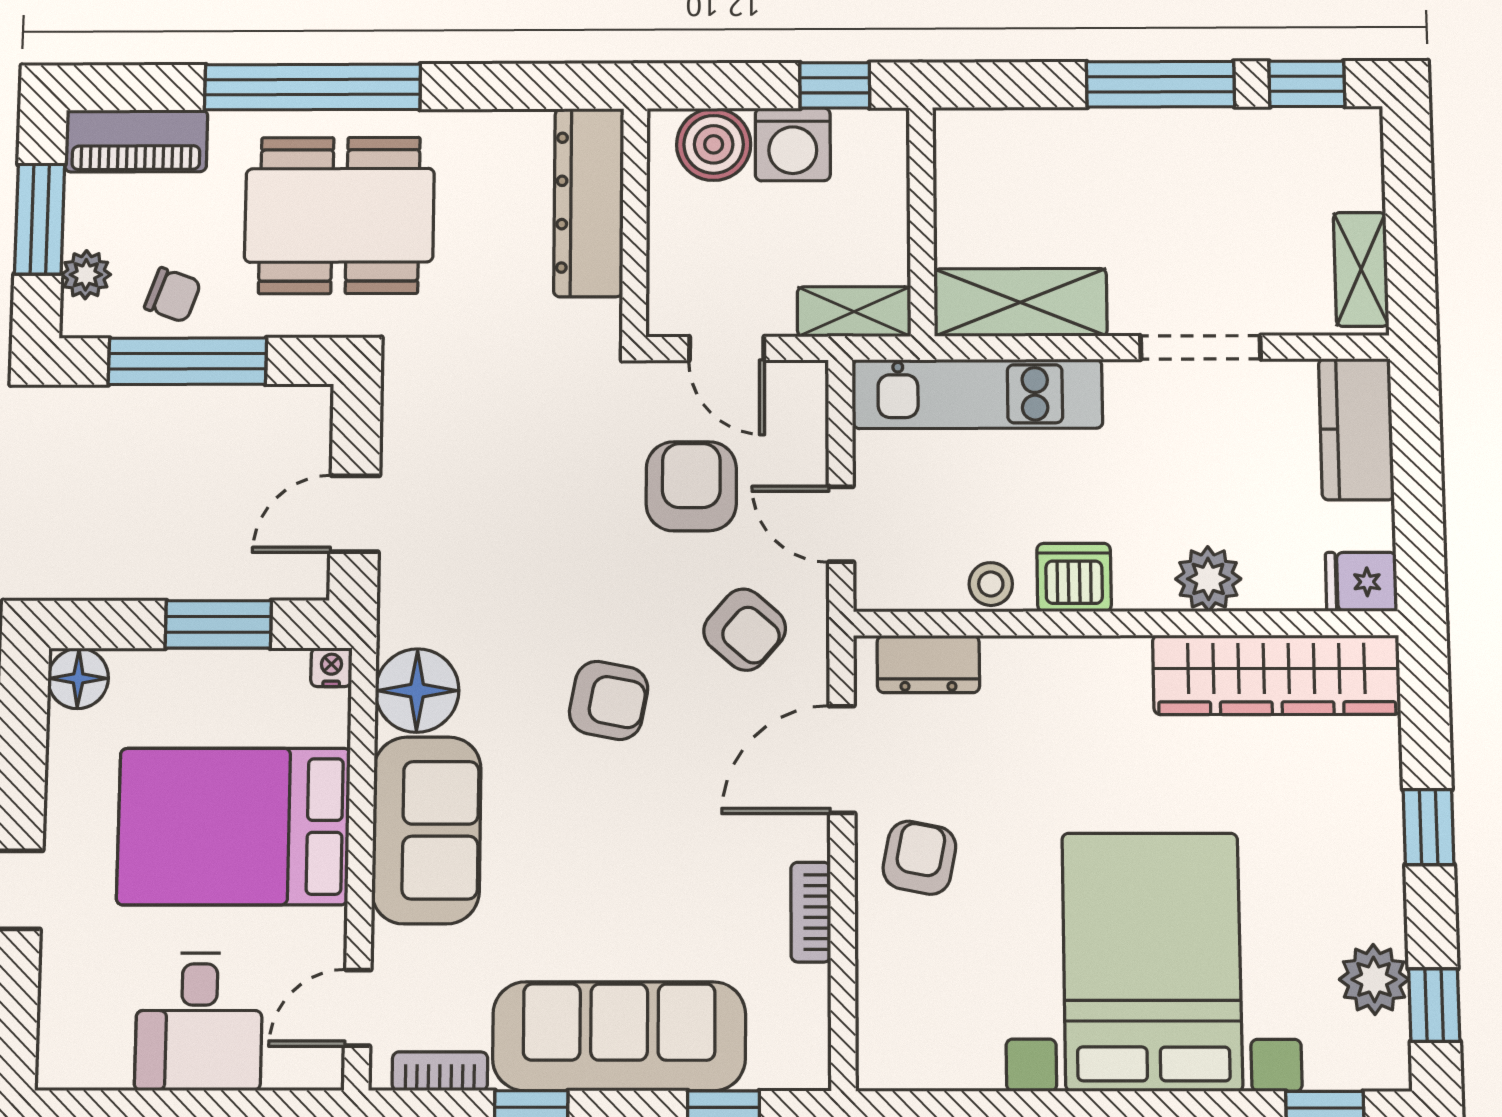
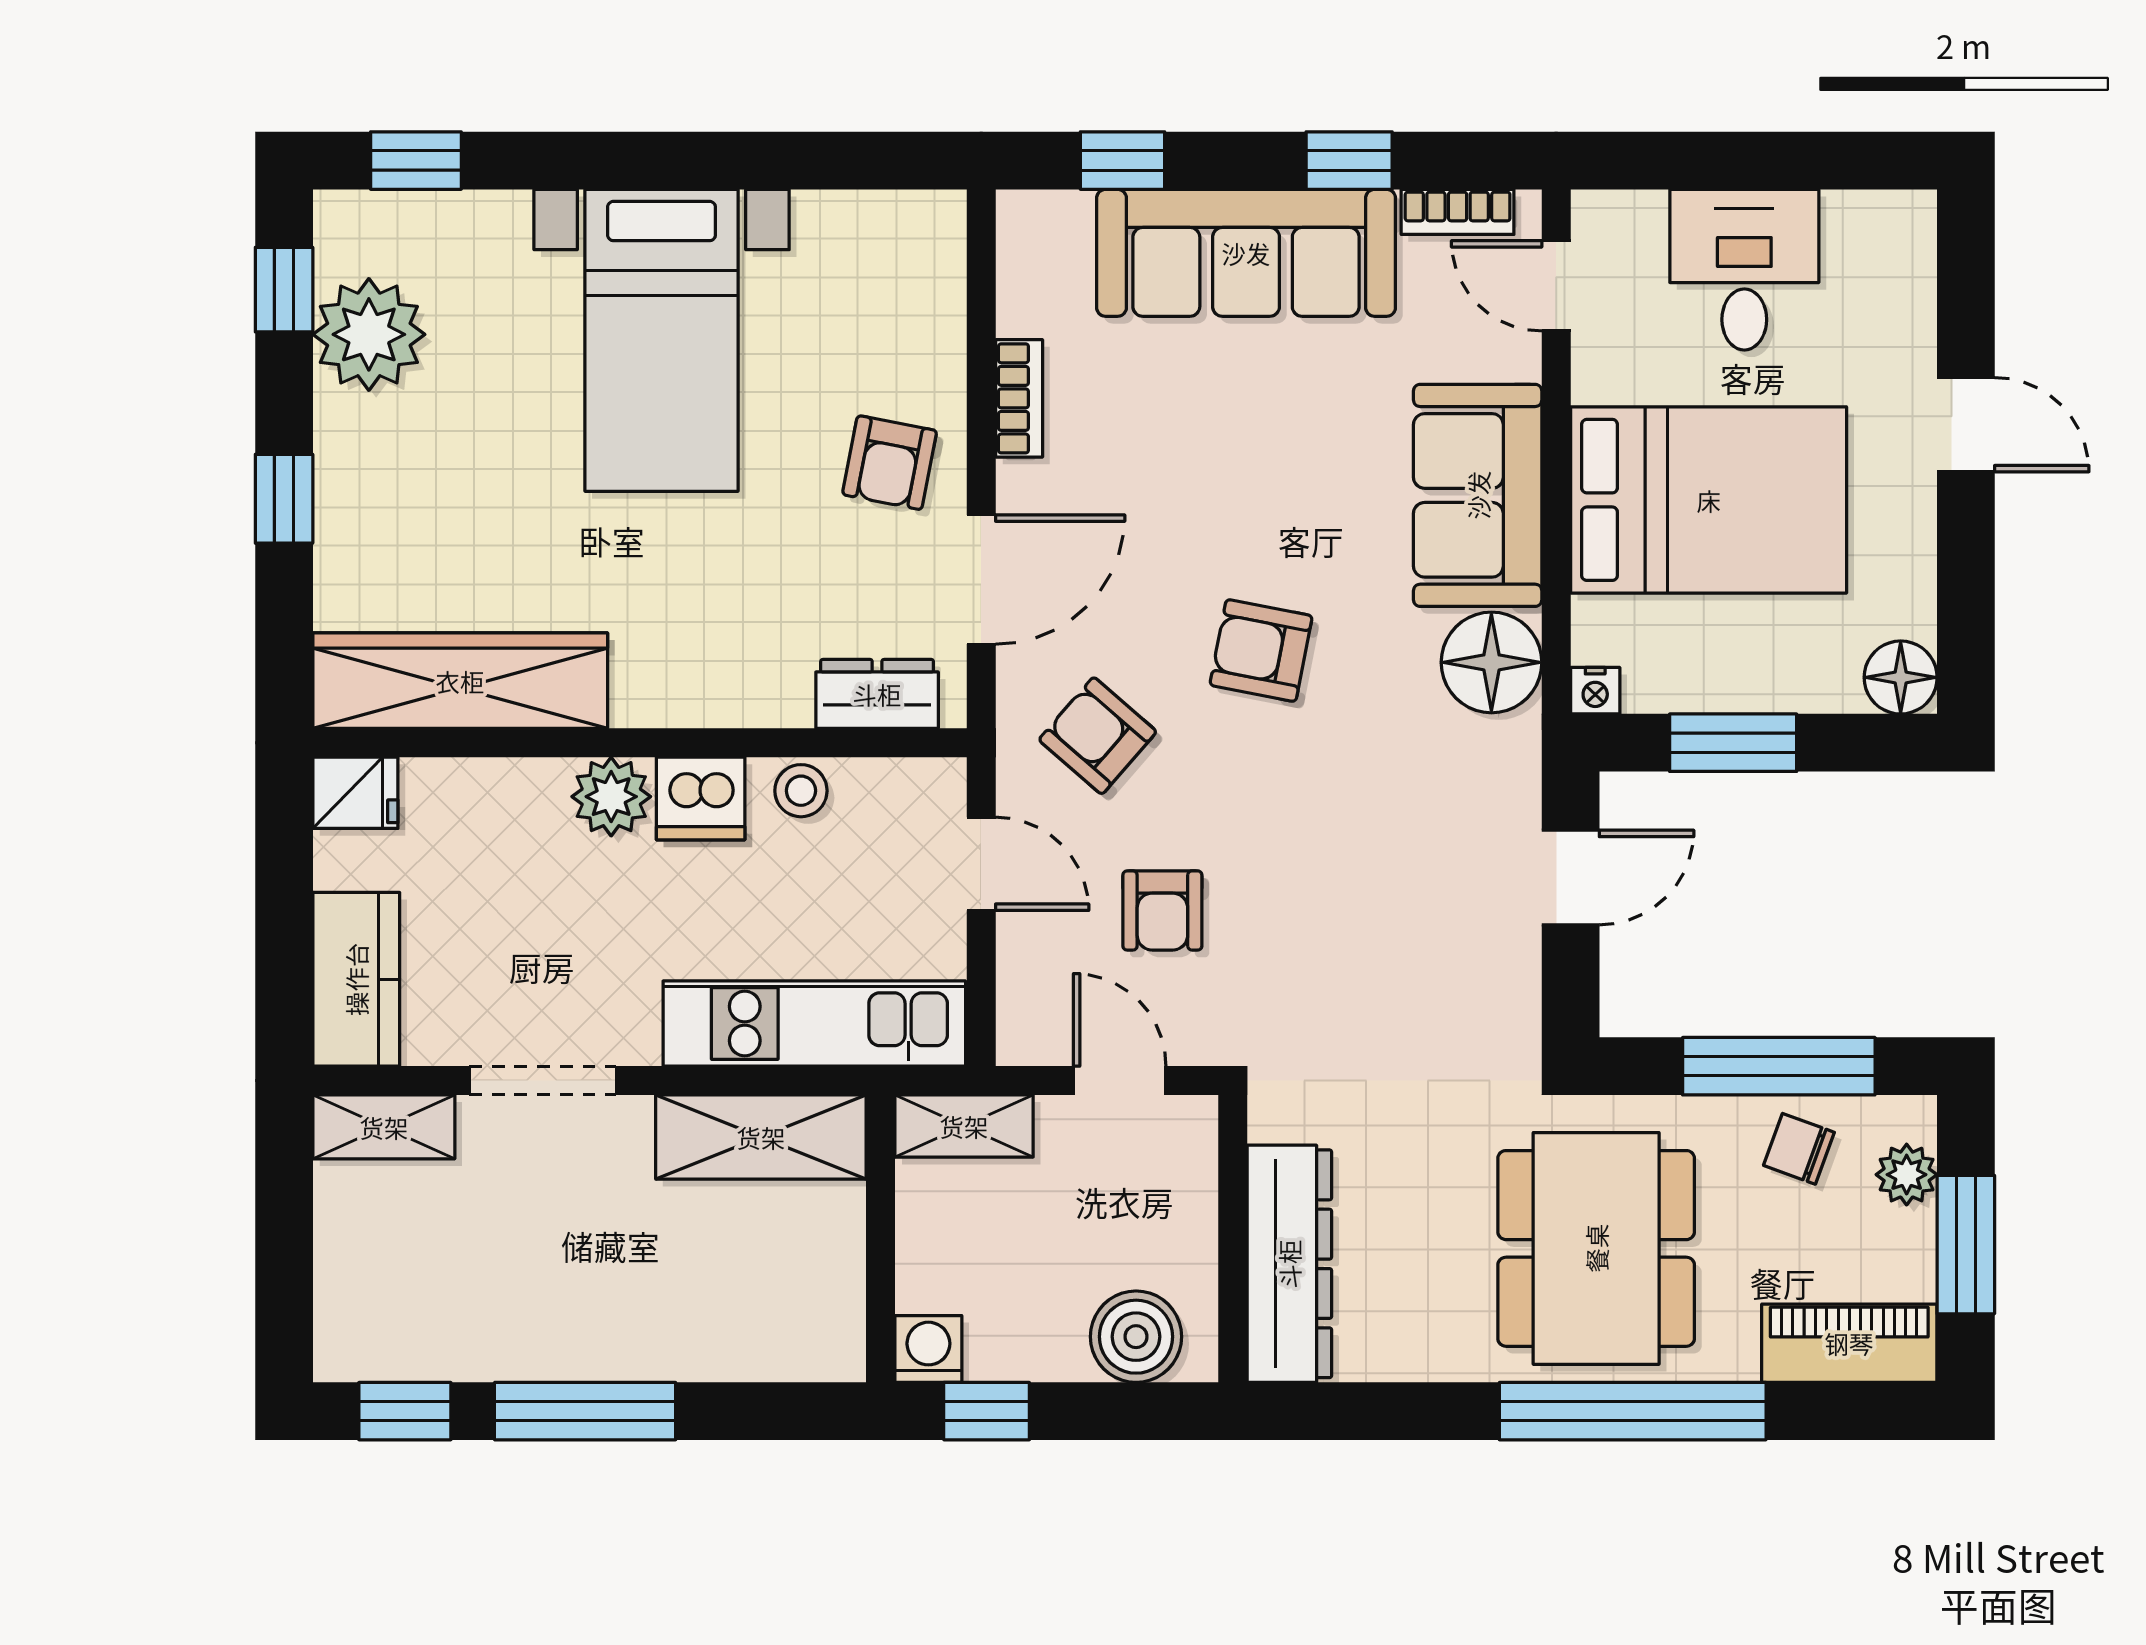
washing machine: (793, 144) -> (928, 1349), moved, width x0.73, depth x0.73
dining table: (339, 215) -> (1596, 1248), turned 90
shelving: (1361, 269) -> (384, 1127), moved, turned 90
armchair: (691, 486) -> (1162, 910), width x0.72, depth x0.72
plant: (1208, 579) -> (611, 797), moved
bed with nightstands: (1152, 962) -> (662, 340), width x0.73
plant: (1374, 979) -> (369, 334), width x1.36, depth x1.36
door: (358, 1008) -> (1556, 286), swing flipped

